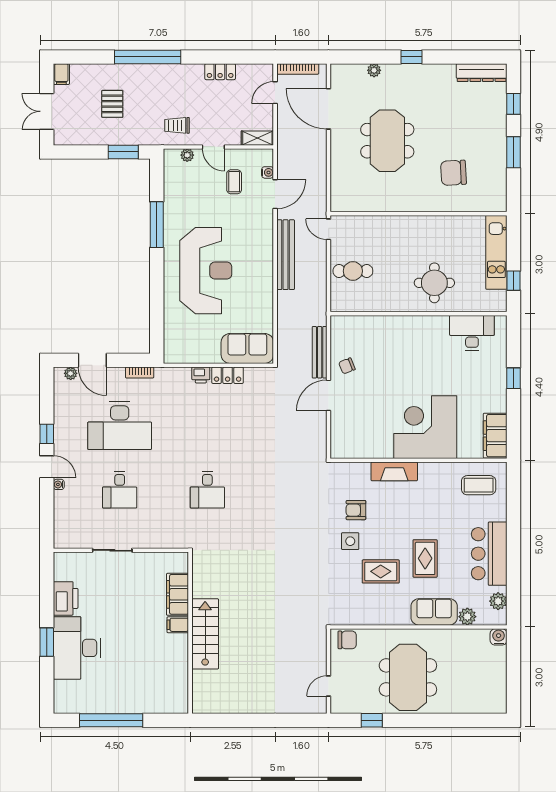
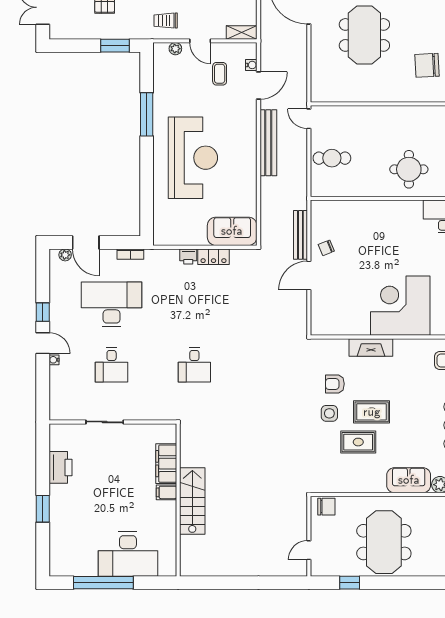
desk: (120, 426) -> (112, 304), turned 180
rug: (425, 558) -> (372, 412), moved, turned 90
desk: (77, 648) -> (128, 554), moved, turned -90

